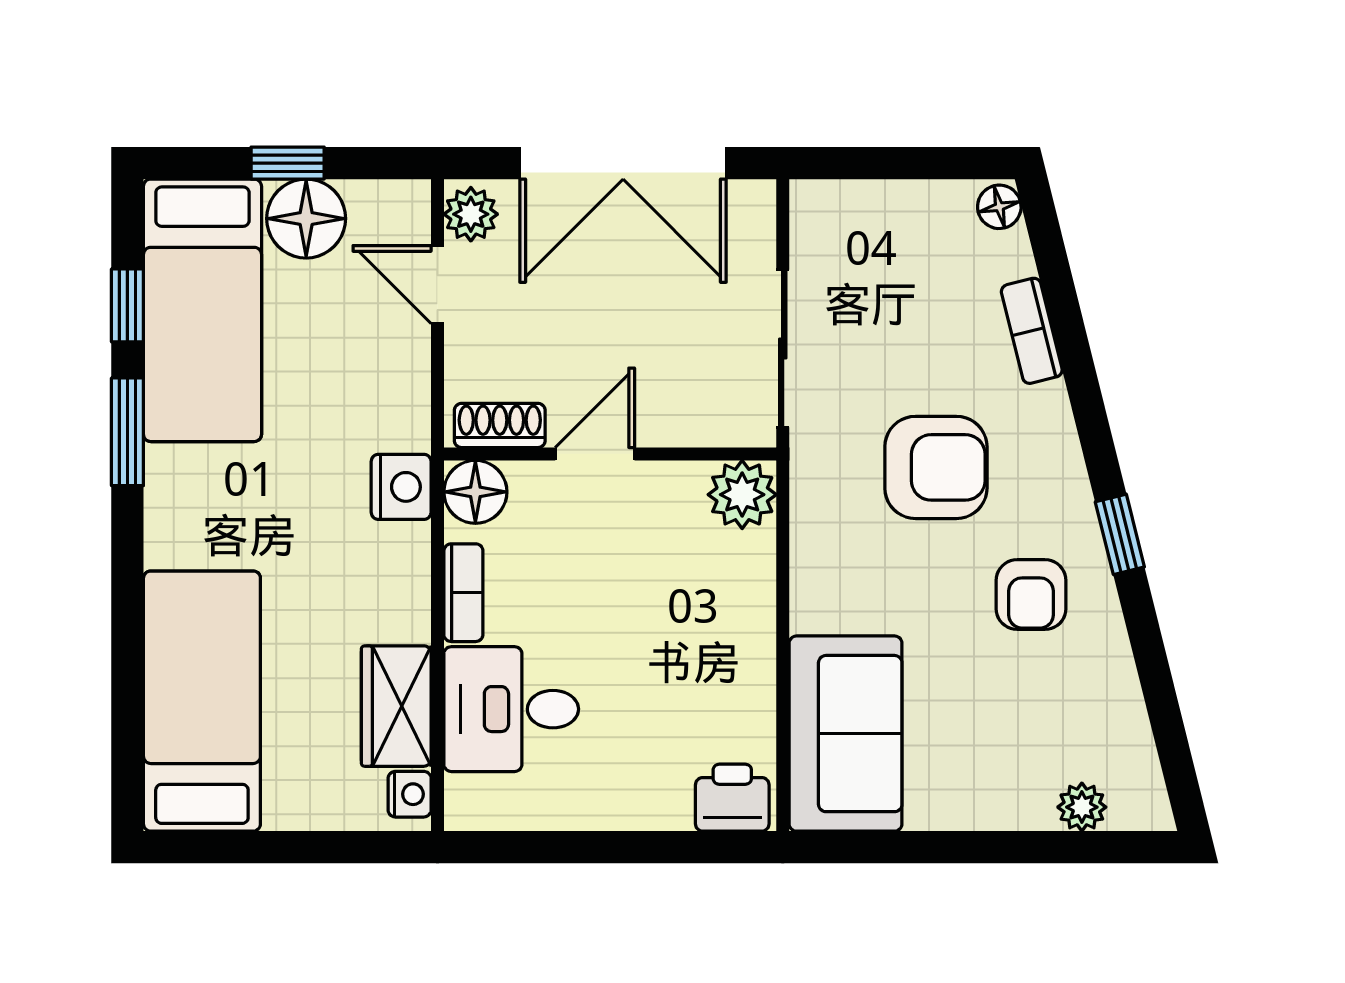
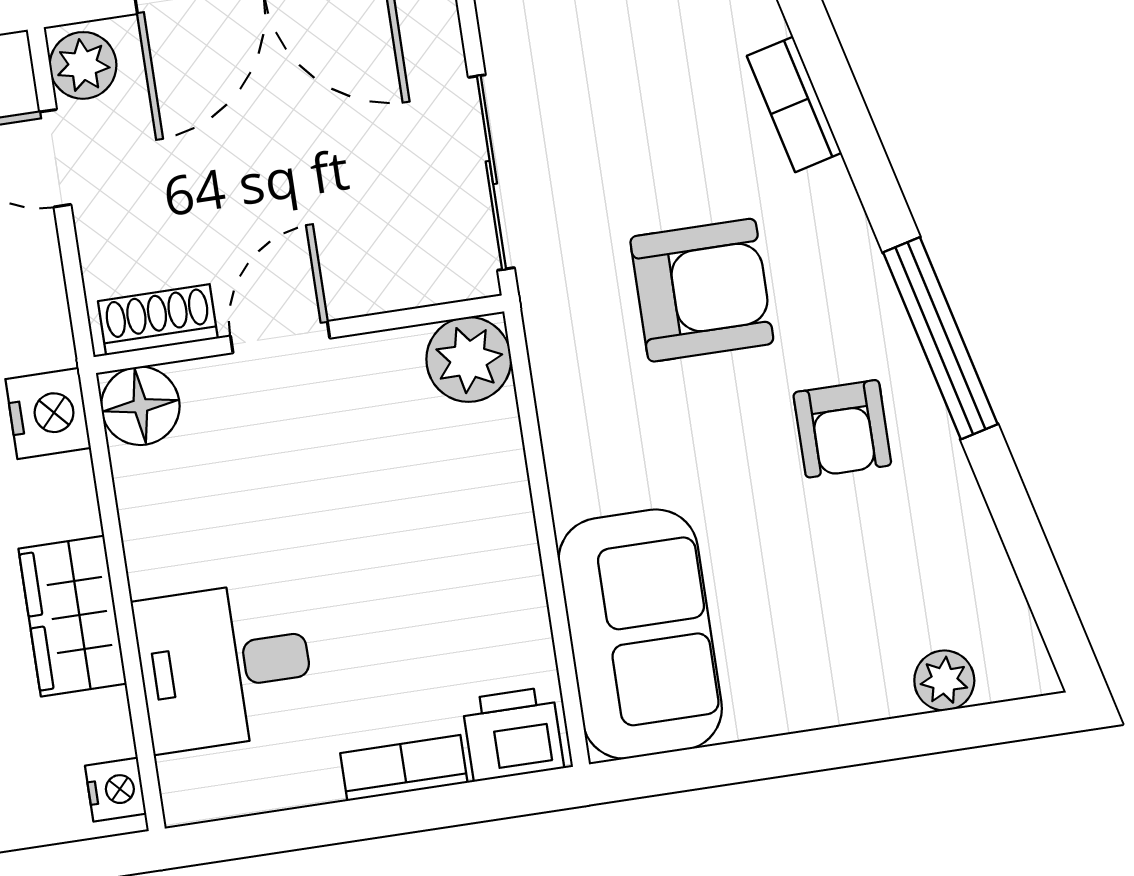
window: (1120, 534) -> (940, 338), width x2.17
bookcase: (463, 593) -> (404, 768), moved, turned -90
wardrobe: (396, 706) -> (73, 616), moved

